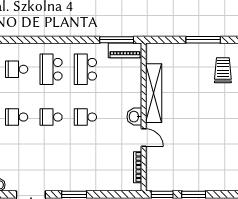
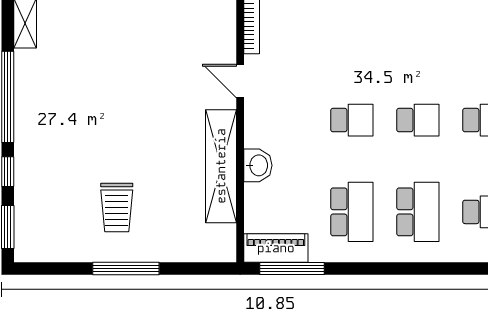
trolley: (223, 70) -> (117, 207), moved
washbasin: (134, 117) -> (258, 165), moved

